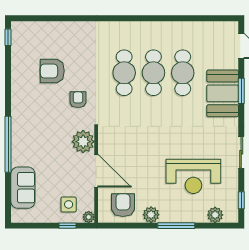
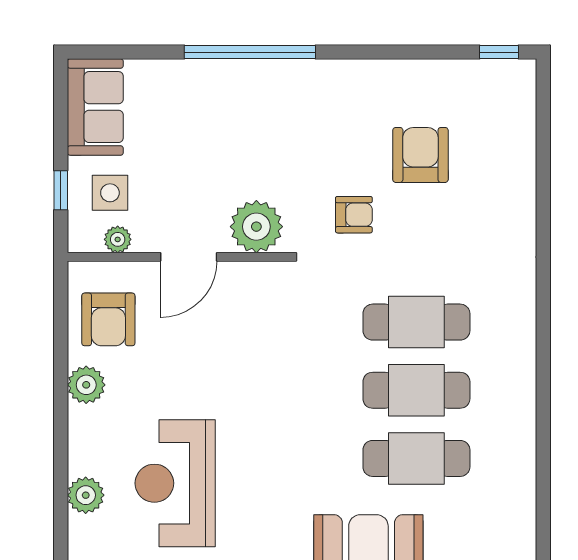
door: (96, 171) -> (189, 257), width x0.73
sofa: (23, 188) -> (95, 107), moved, turned -90
armchair: (123, 205) -> (108, 319), turned 90
plant: (215, 215) -> (86, 495), moved
plant: (89, 217) -> (118, 239), moved
window: (176, 226) -> (61, 443), removed

